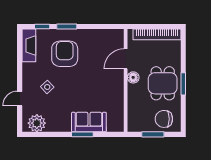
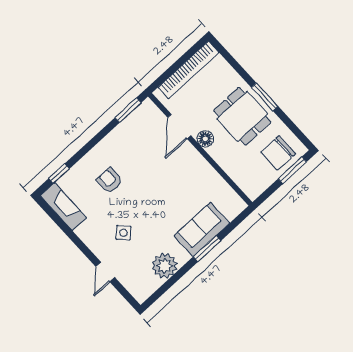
window: (67, 27) -> (128, 110), moved
armchair: (65, 54) -> (109, 180), width x0.53, depth x0.53
plant: (37, 123) -> (165, 266), moved
window: (153, 134) -> (292, 170), moved

